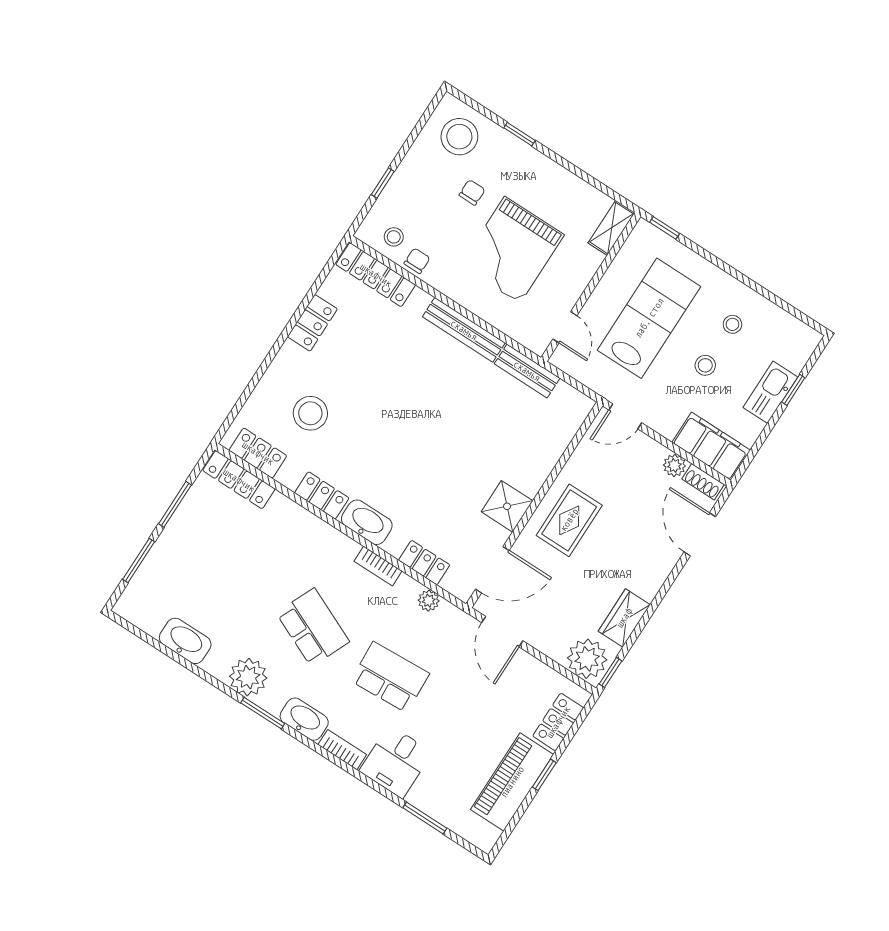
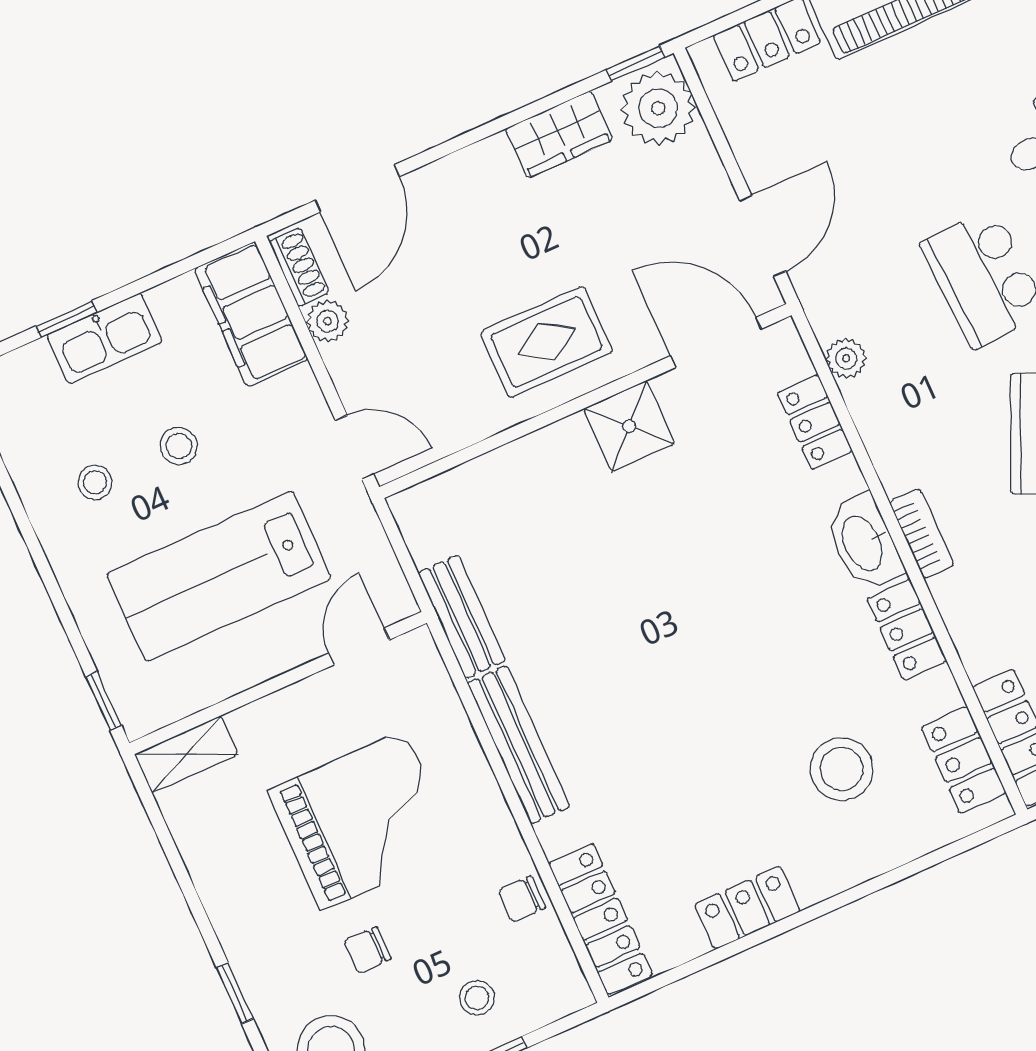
stool: (394, 237) -> (477, 998), moved
bookcase: (378, 566) -> (922, 534), moved

